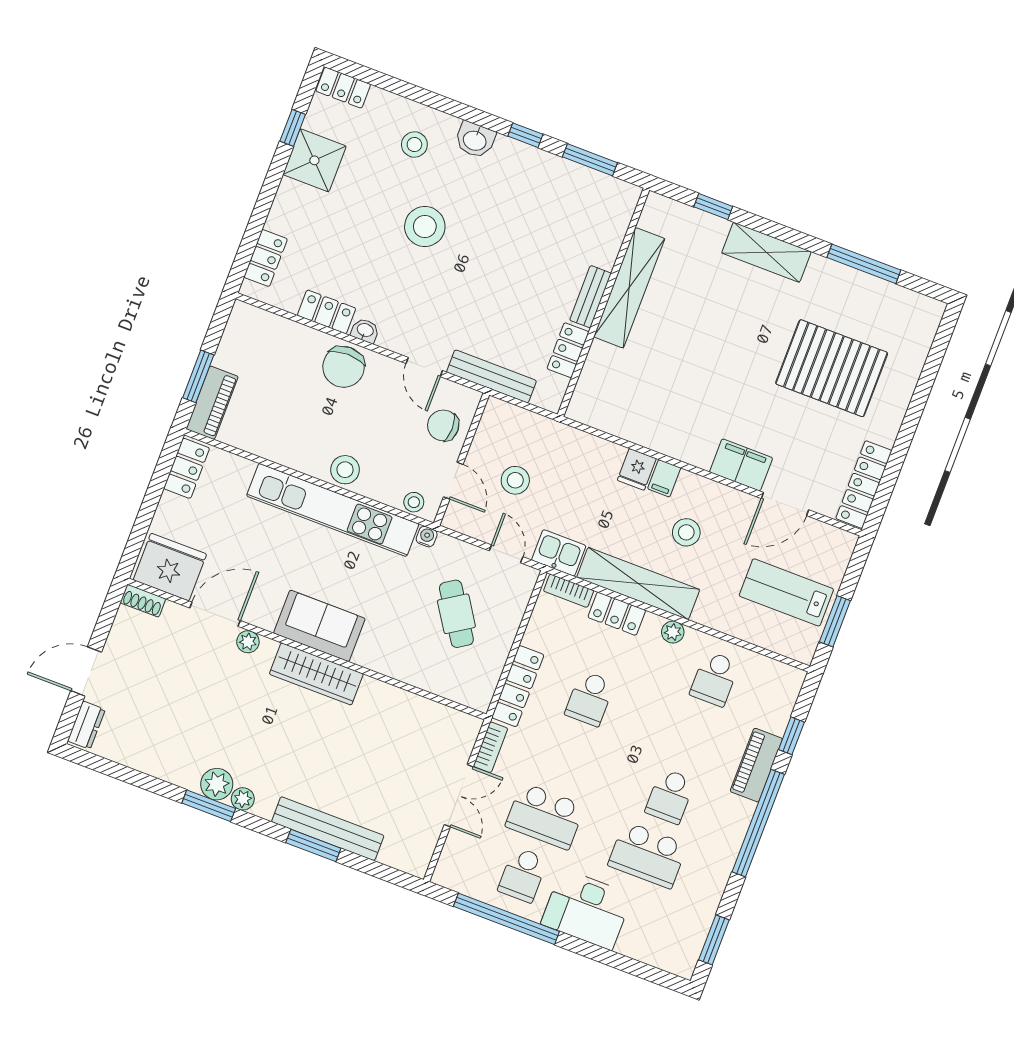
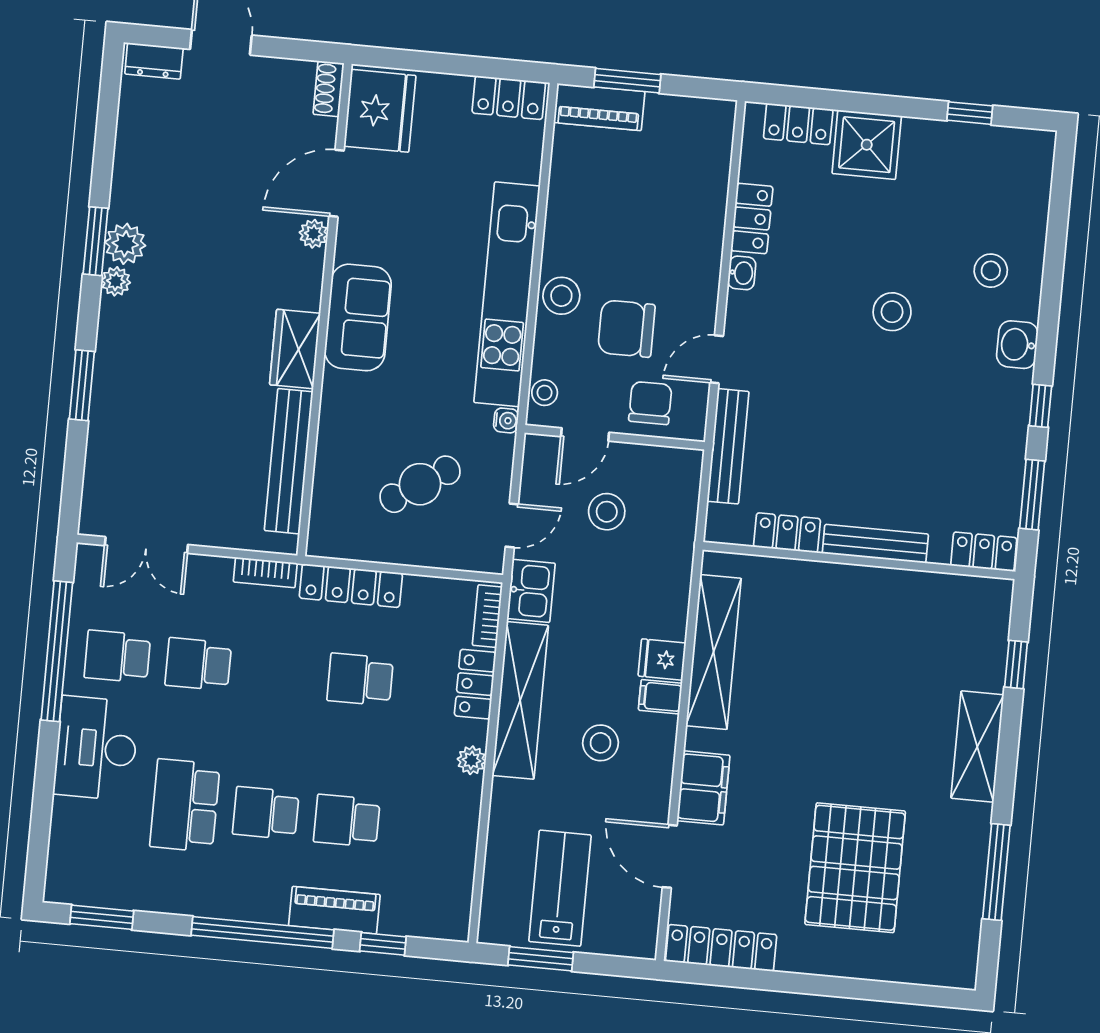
locker: (343, 88) -> (984, 552), moved, turned 90
shower: (314, 160) -> (867, 145), moved
stool: (425, 227) -> (892, 312), width x0.73, depth x0.73
shelving: (629, 288) -> (714, 652), moved, turned 90
bench: (590, 297) -> (875, 544), width x1.36
chair: (344, 367) -> (626, 329), moved
door: (215, 614) -> (336, 183), swing flipped
wardrobe: (316, 674) -> (295, 349), width x0.67
school desk: (715, 679) -> (347, 821), moved
double door: (459, 796) -> (146, 545), moved
school desk: (545, 816) -> (198, 664), width x0.54
bench: (328, 829) -> (289, 461), moved

